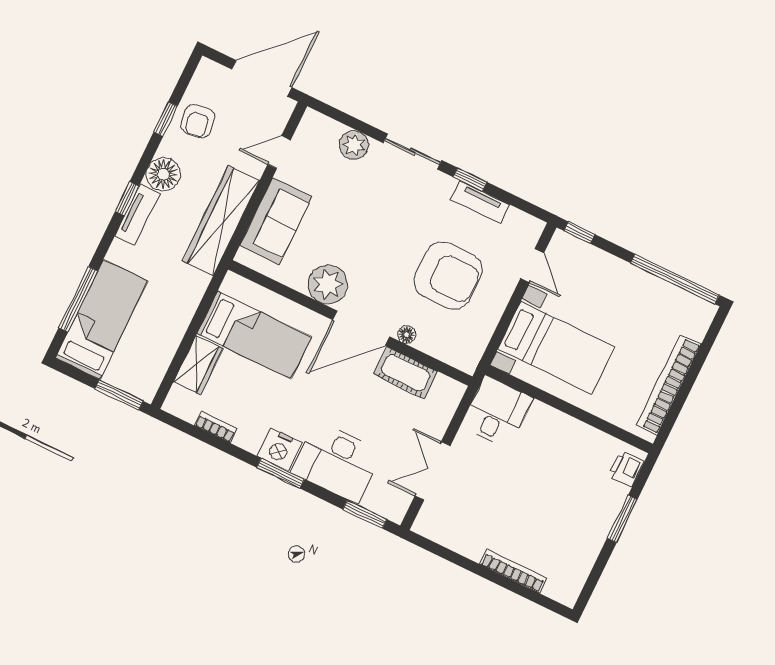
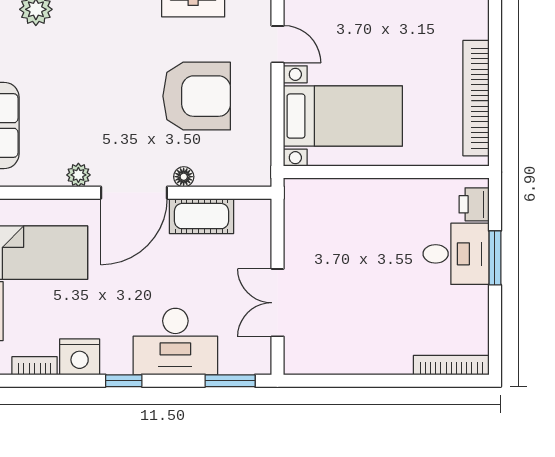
plant: (328, 284) -> (78, 175), width x0.53, depth x0.53
desk: (497, 412) -> (456, 254), moved, turned 90
nightstand: (279, 449) -> (80, 357), moved
window: (280, 473) -> (124, 381), width x0.67
bookcase: (513, 571) -> (451, 365), moved

